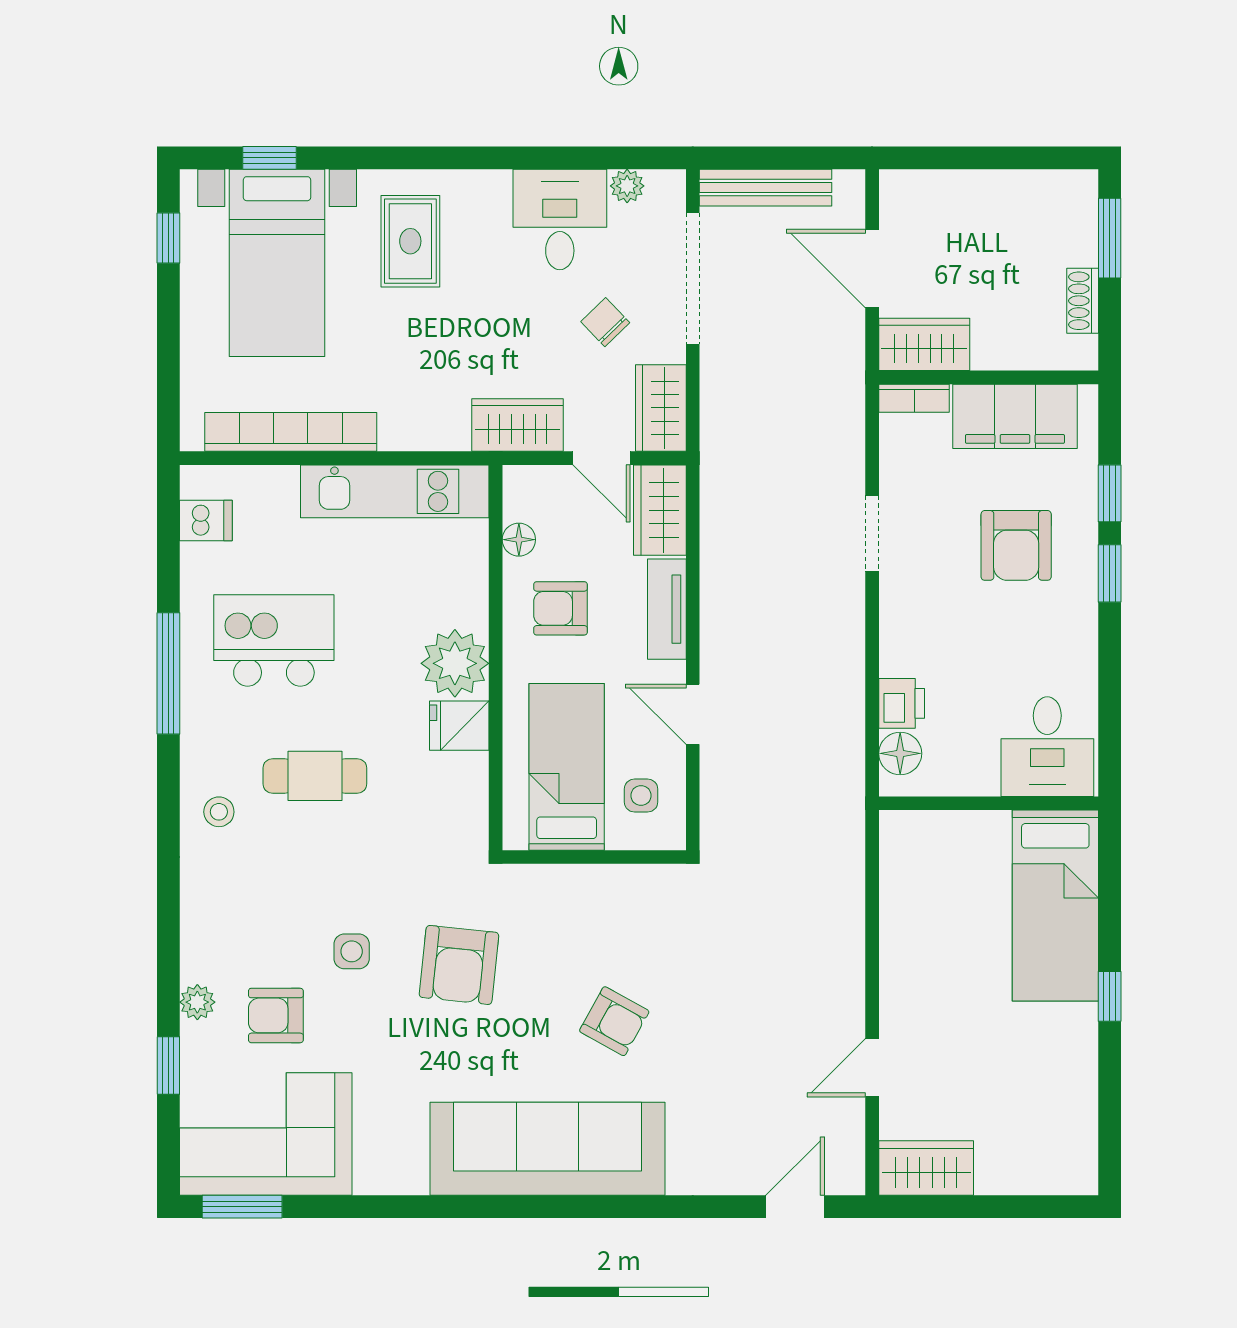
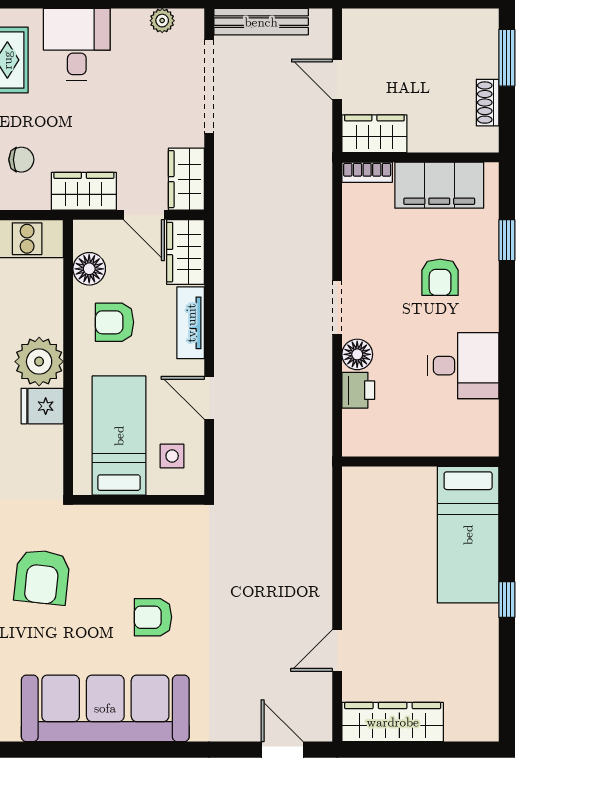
desk: (560, 219) -> (77, 44), moved
door: (872, 269) -> (337, 80), width x0.73
chair: (605, 322) -> (21, 160), moved, turned 134
doorway: (872, 534) -> (337, 307), moved
floor lamp: (519, 540) -> (89, 269), width x1.37, depth x1.37
armchair: (1016, 545) -> (440, 277), width x0.72, depth x0.72
window: (1110, 573) -> (507, 297), removed
desk: (1047, 747) -> (463, 366), moved, turned -90
floor lamp: (900, 753) -> (357, 354), moved
armchair: (614, 1021) -> (153, 617), turned 151
wardrobe: (926, 1168) -> (393, 722), width x1.50
door: (795, 1207) -> (282, 750), hinge flipped

